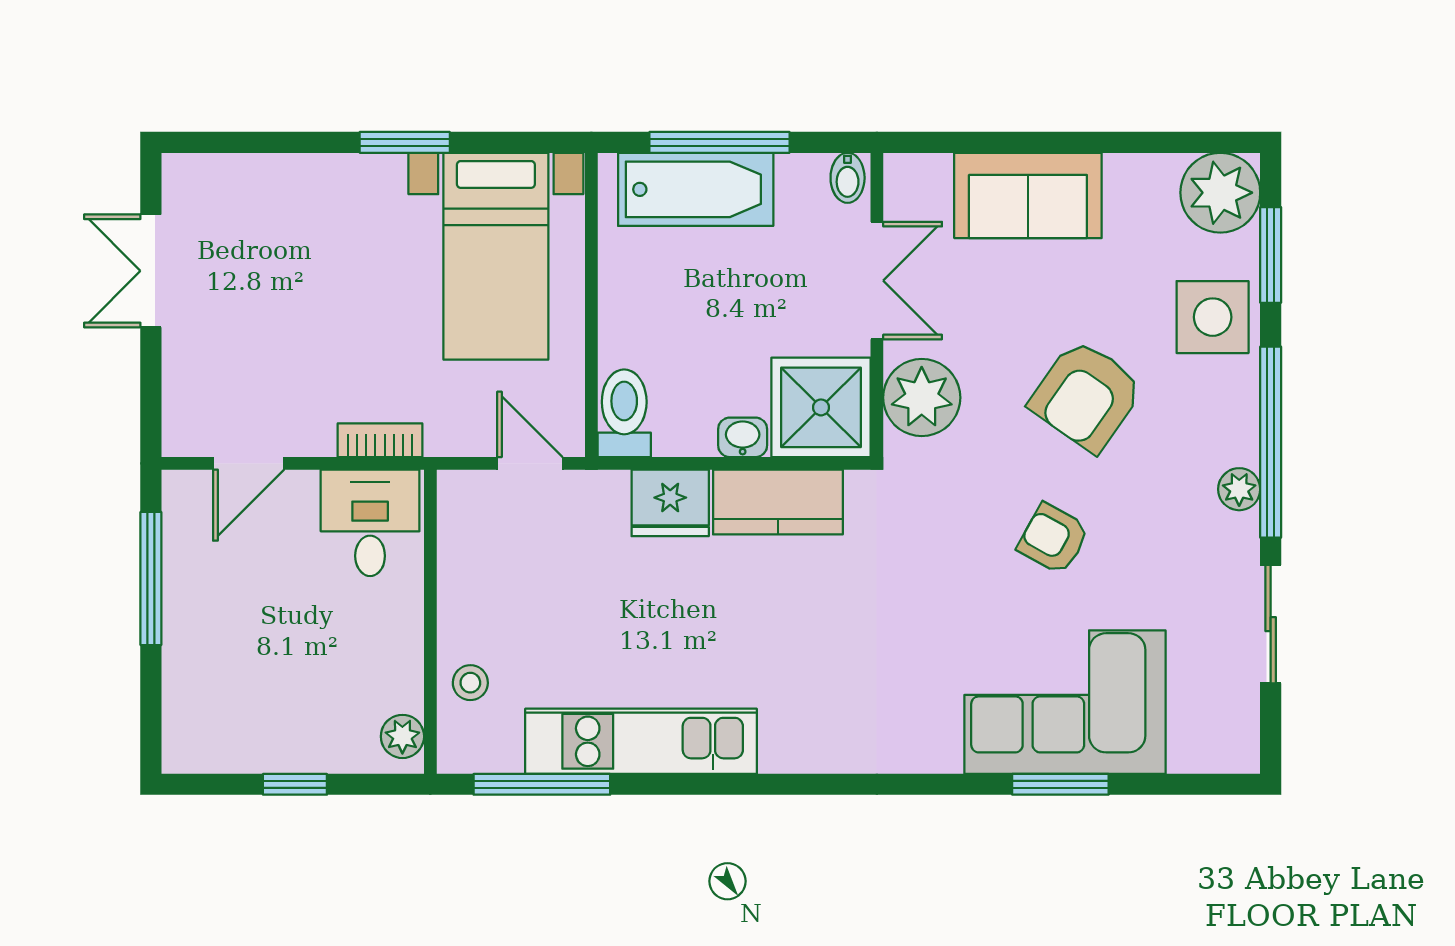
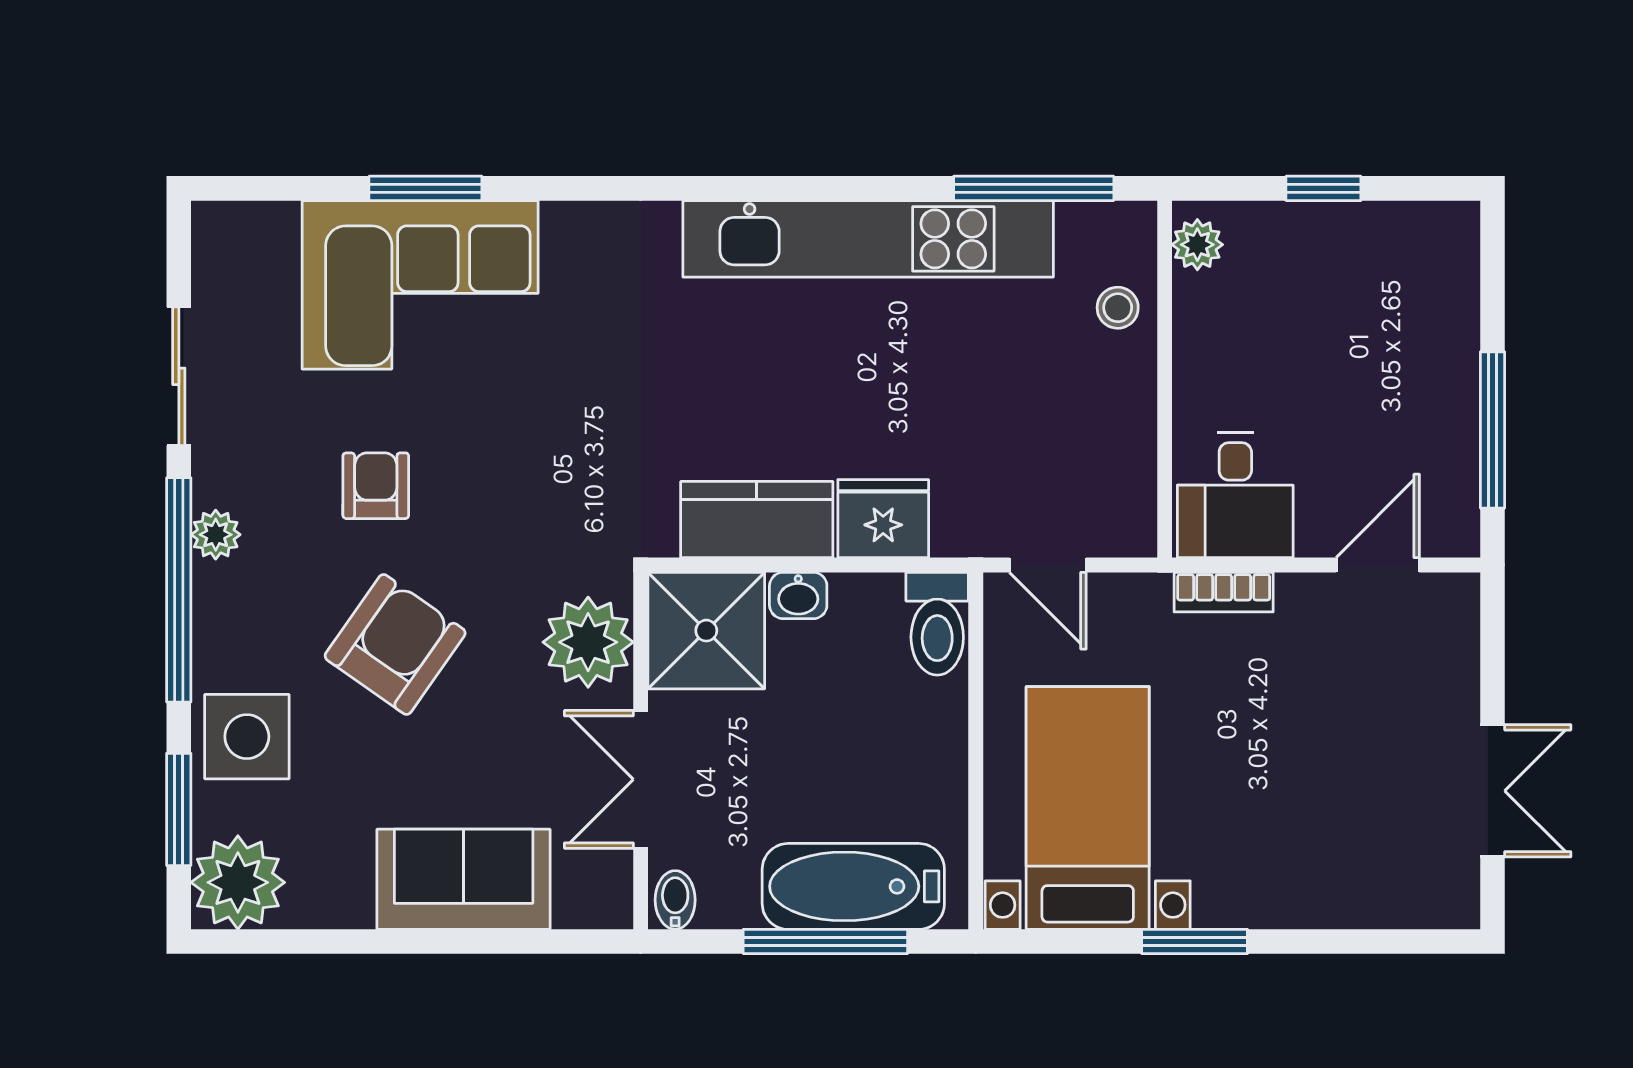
armchair: (1053, 539) -> (376, 486), moved, turned -119
kitchen unit: (641, 741) -> (868, 239), width x1.36

